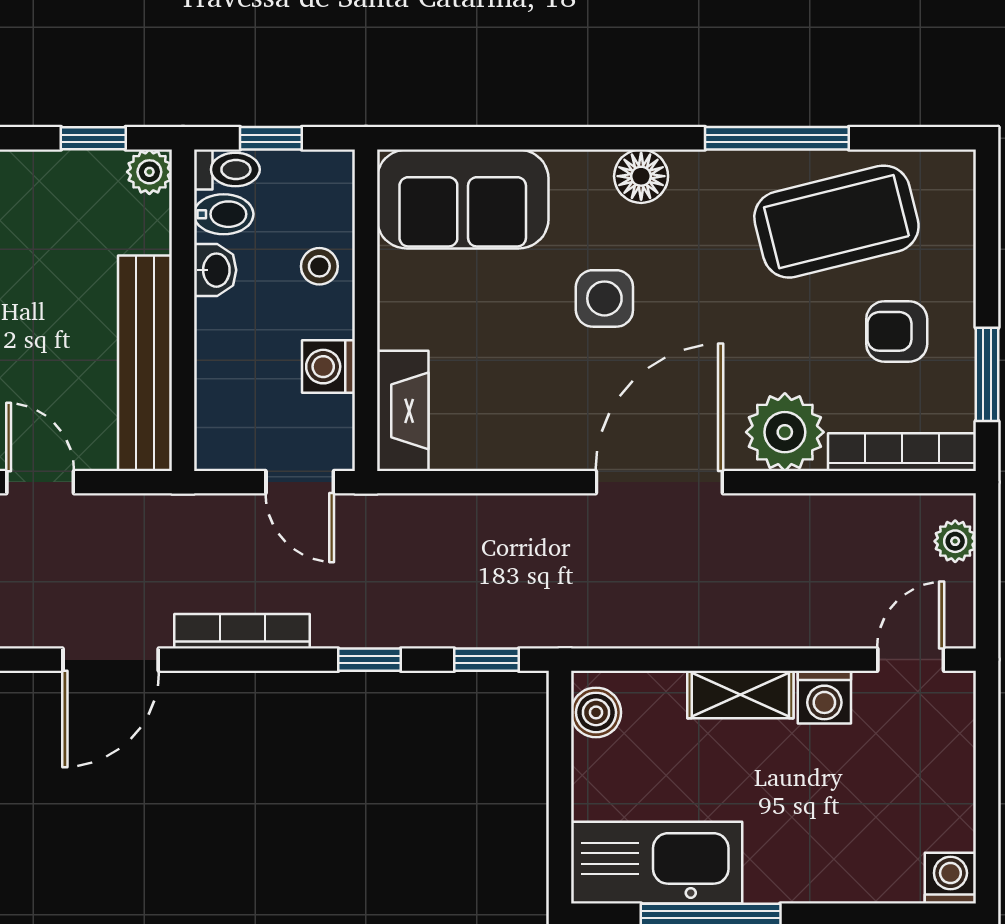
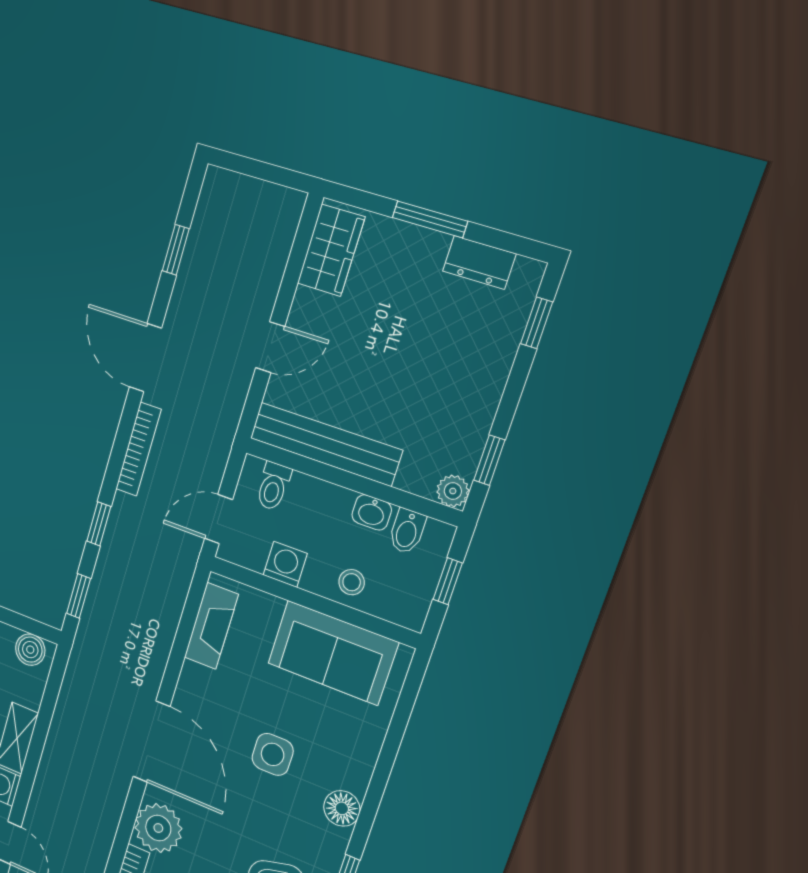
toilet: (227, 170) -> (273, 486), moved
sofa: (463, 199) -> (333, 653), moved, turned -90
fireplace: (403, 411) -> (211, 626), moved, turned -90

